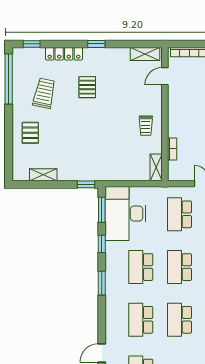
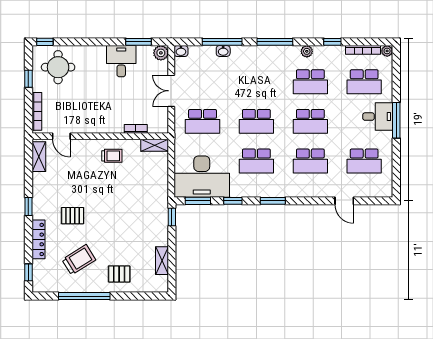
window: (9, 79) -> (84, 296), moved
trolley: (44, 93) -> (79, 260), turned 136

